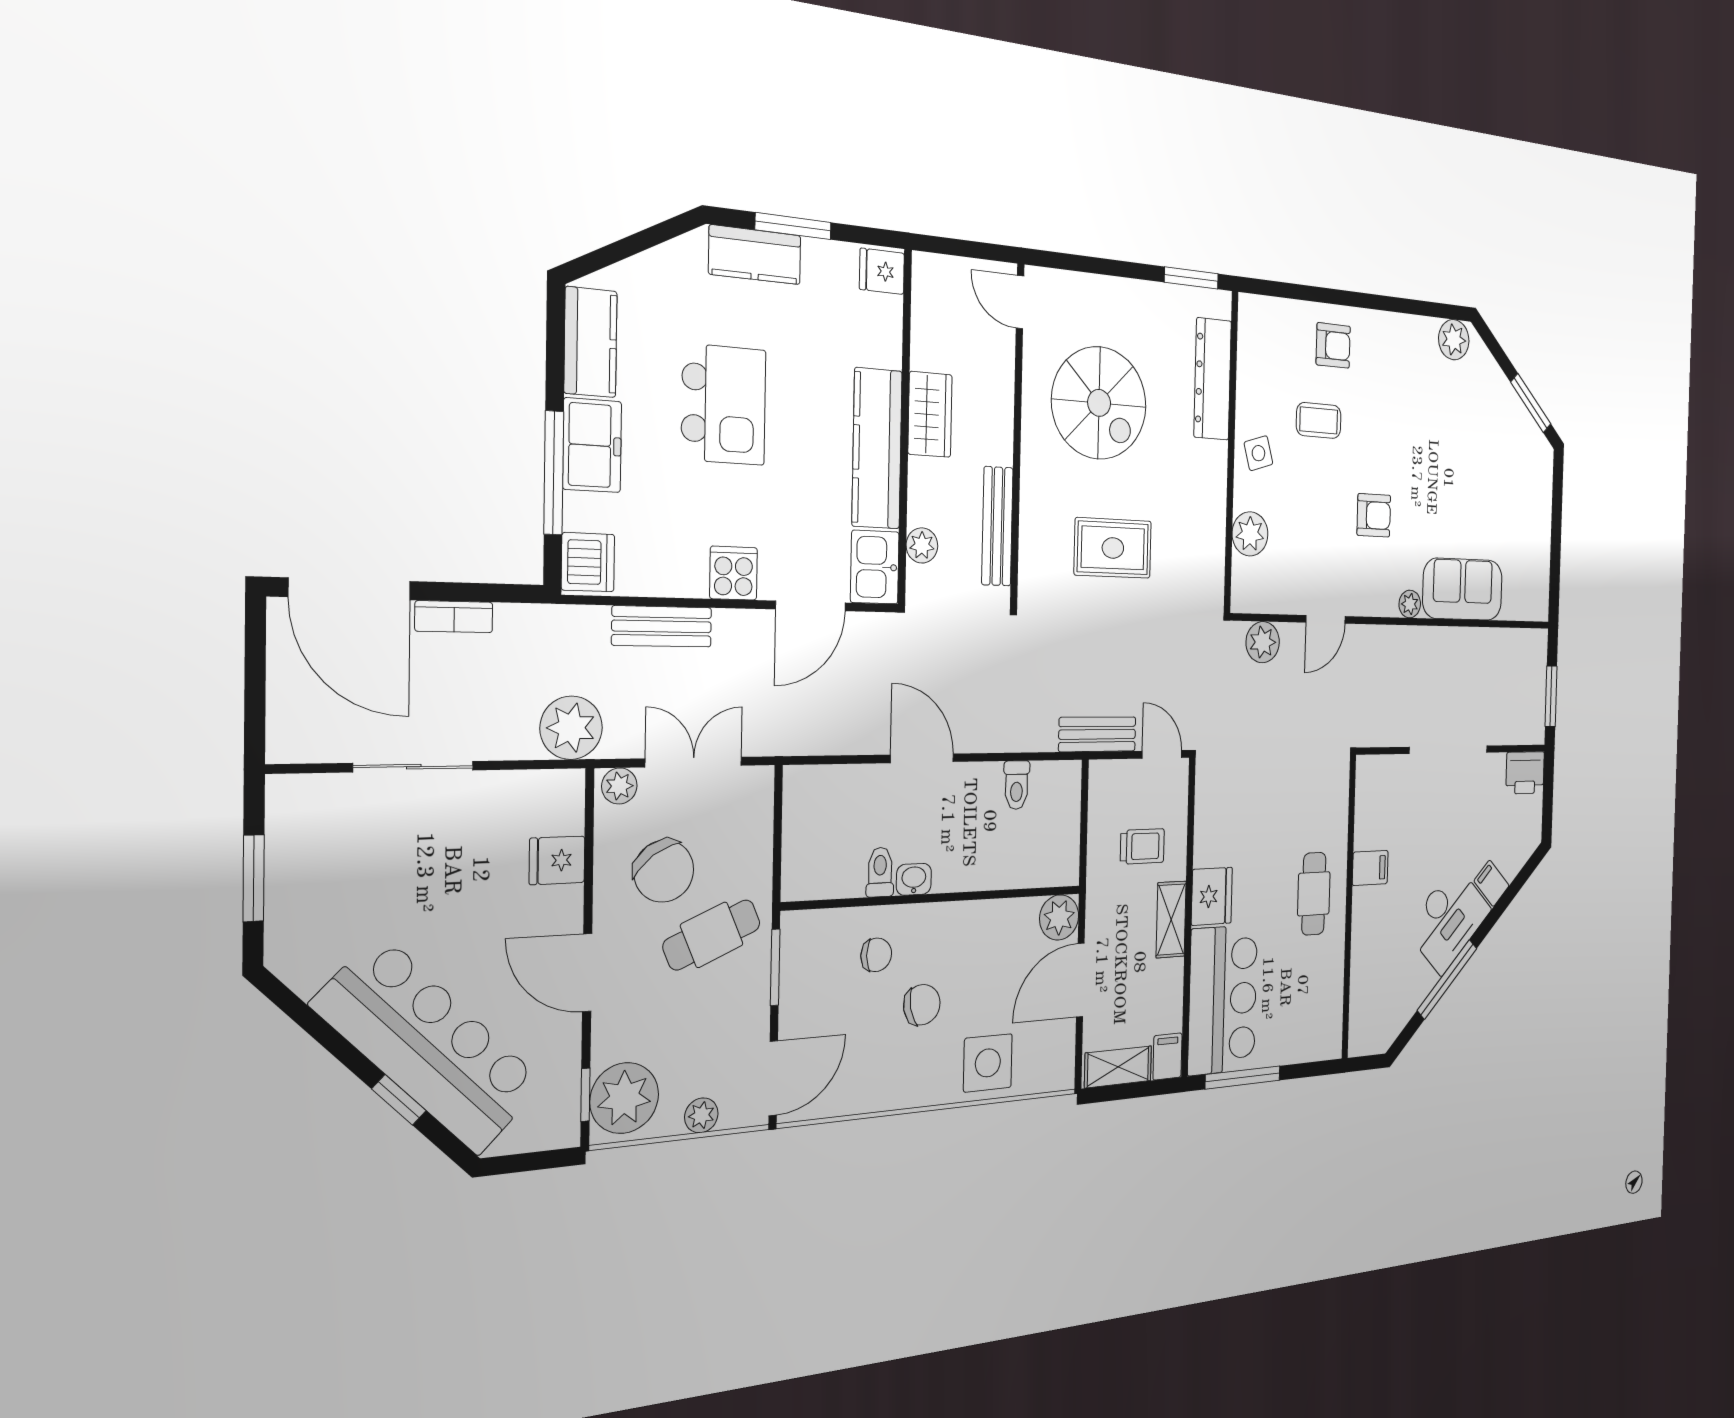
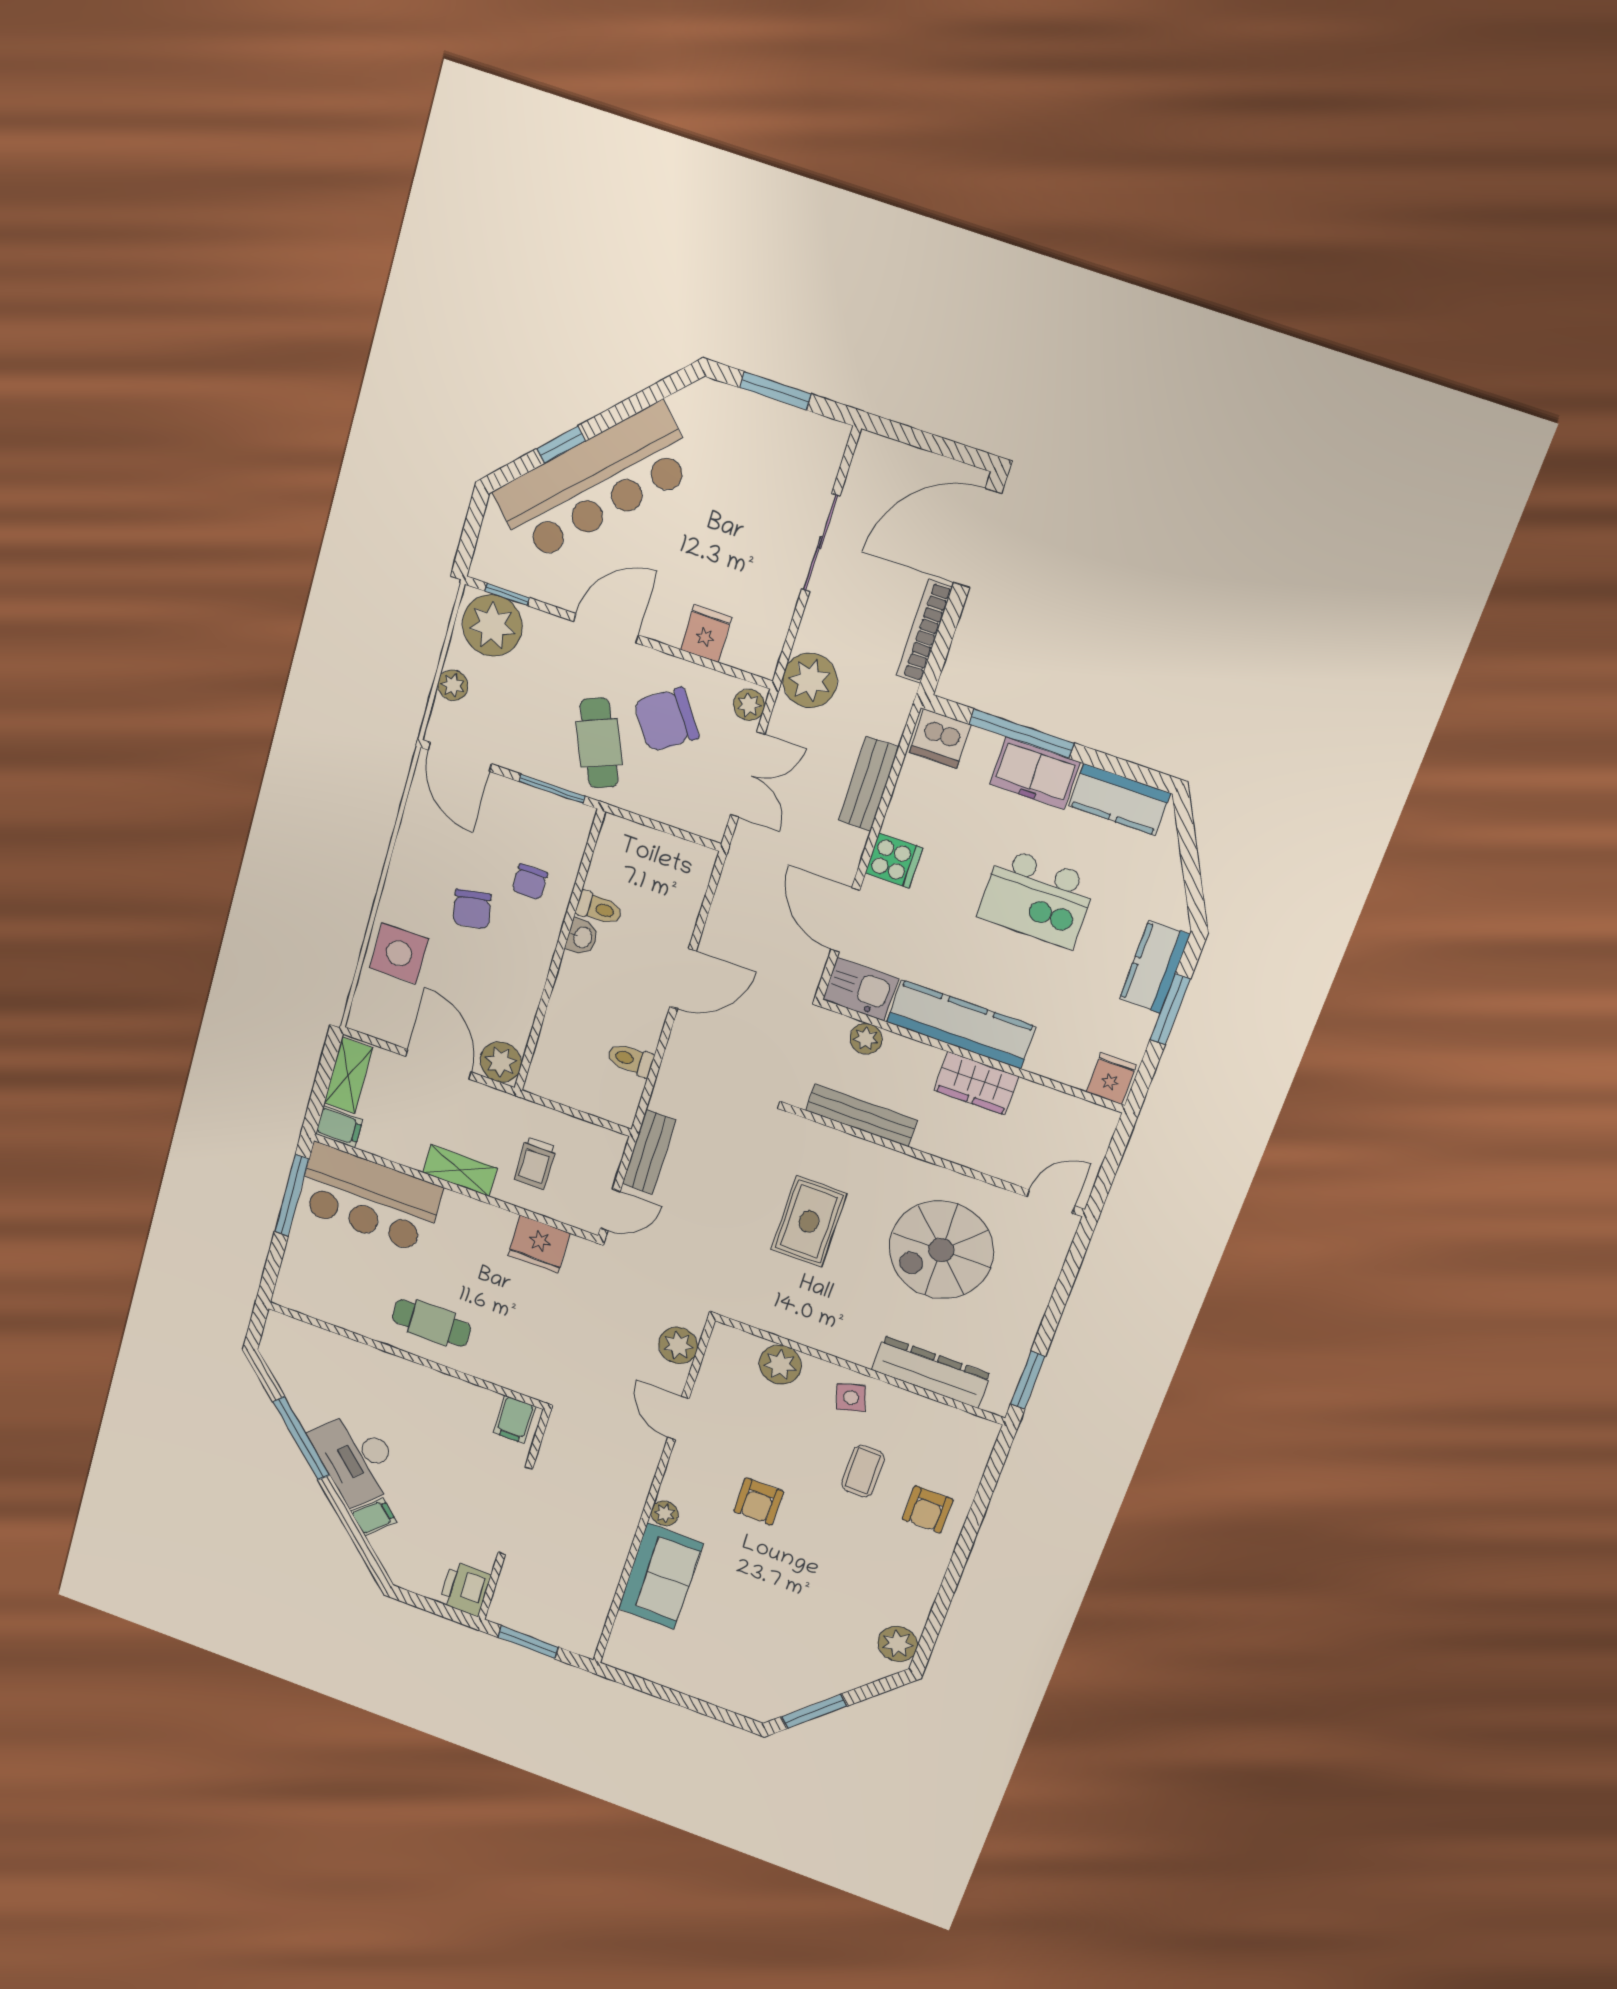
bookcase: (454, 617) -> (924, 631), width x1.56
filing cabinet: (1370, 868) -> (515, 1420), moved
fridge: (1212, 896) -> (539, 1244), moved

